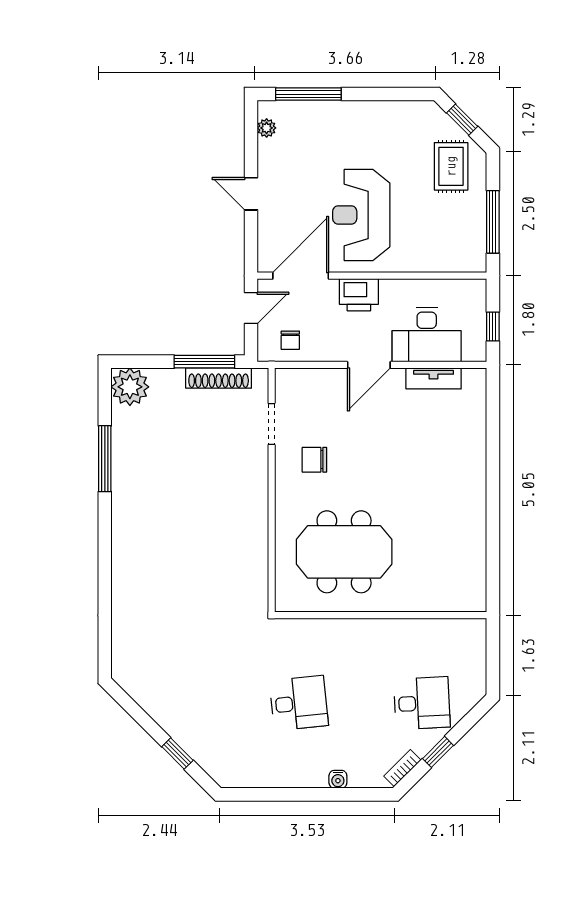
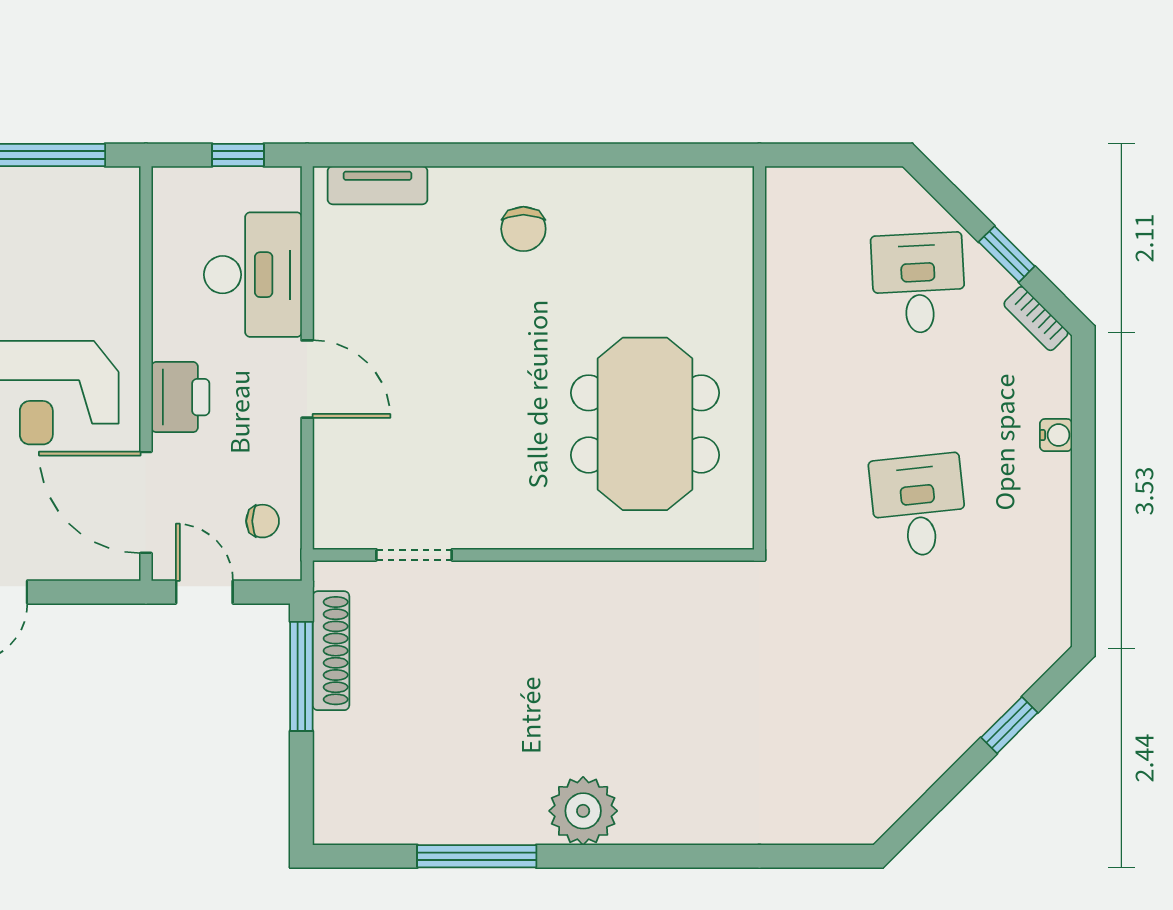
tv unit: (434, 378) -> (378, 185), moved, turned 90
plant: (130, 387) -> (583, 811), moved
chair: (314, 460) -> (523, 229), moved

